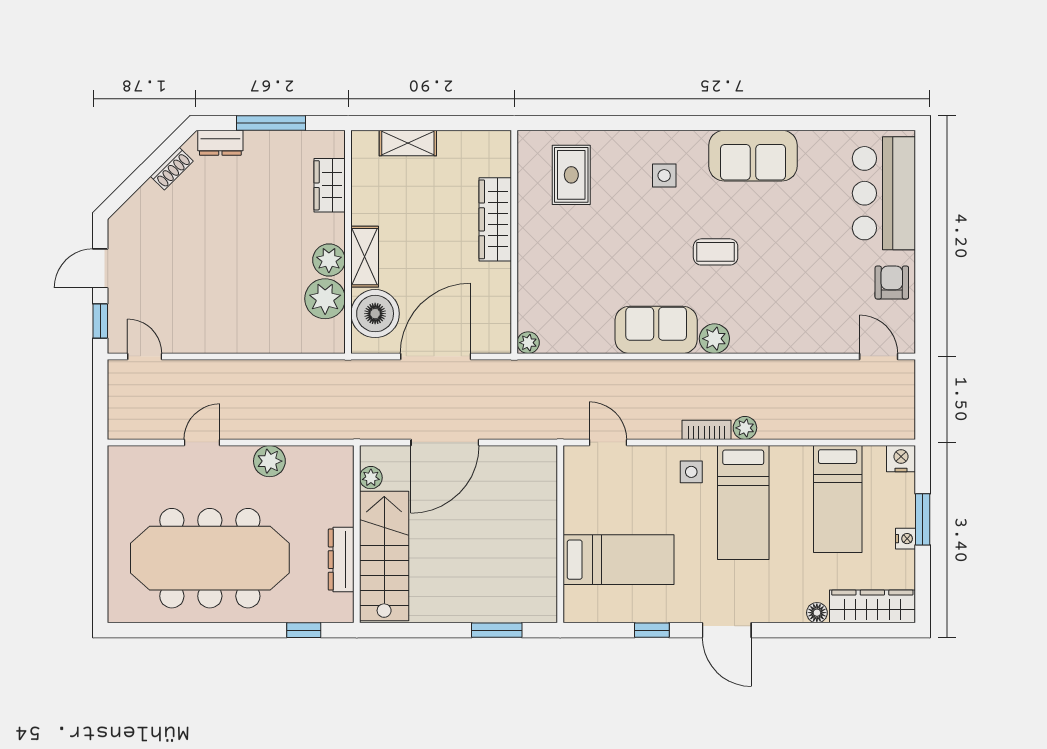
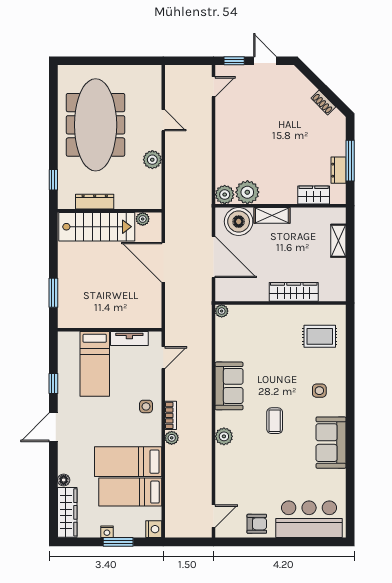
dresser: (220, 143) -> (339, 170), moved
plant: (329, 260) -> (225, 195), moved
plant: (714, 339) -> (224, 436), moved
tv unit: (575, 500) -> (129, 339), added
bed: (743, 502) -> (128, 462), moved

